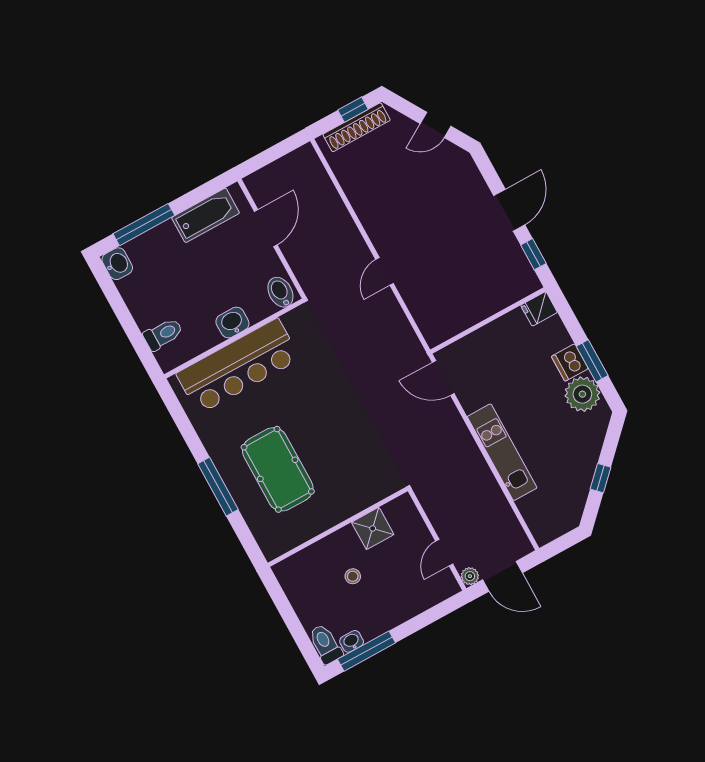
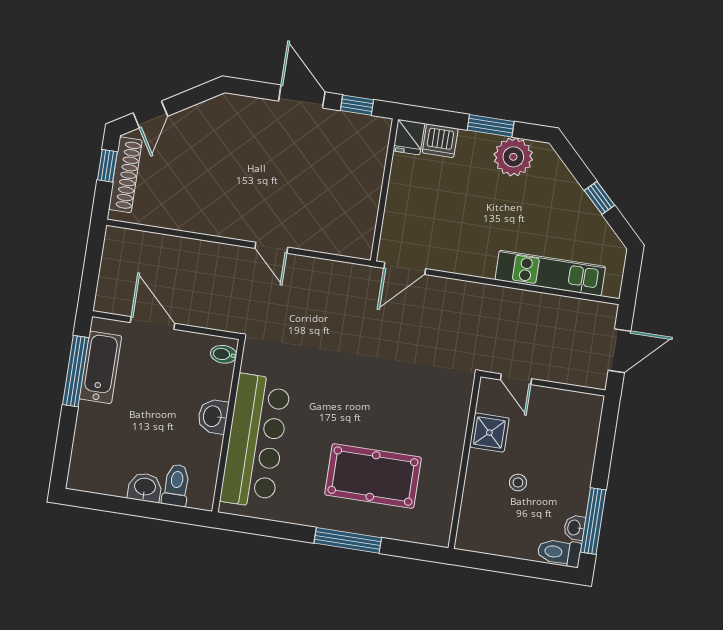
door: (436, 125) -> (150, 114), moved
window: (144, 225) -> (76, 371), moved
washbasin: (117, 264) -> (145, 487), moved
bidet: (280, 292) -> (224, 354), width x0.72, depth x0.74
dishwasher: (570, 362) -> (440, 141), moved
kitchen unit: (502, 452) -> (550, 273), moved
door: (444, 553) -> (516, 379), moved
plant: (470, 576) -> (597, 379), removed

